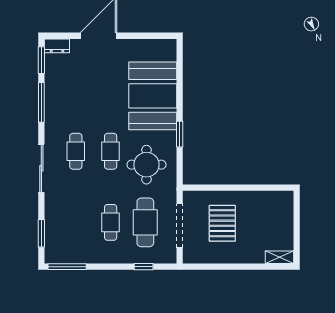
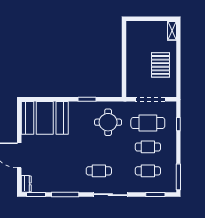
booth: (153, 96) -> (45, 118), moved
cafe table: (111, 151) -> (148, 171), moved
pallet: (222, 223) -> (160, 65), moved, turned 90

